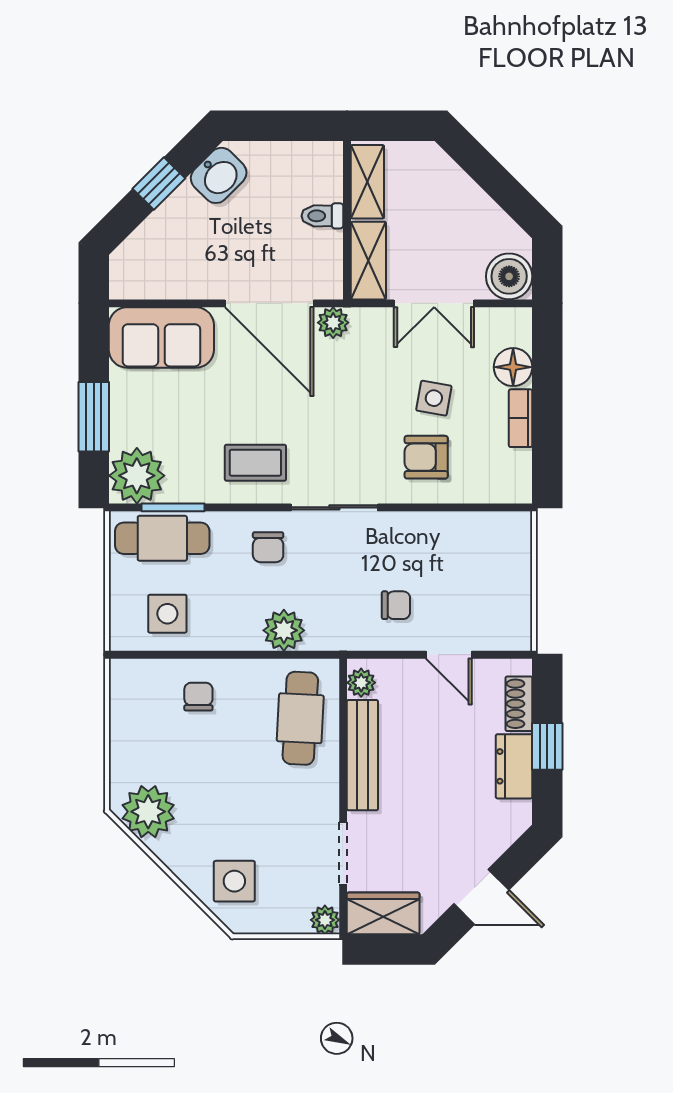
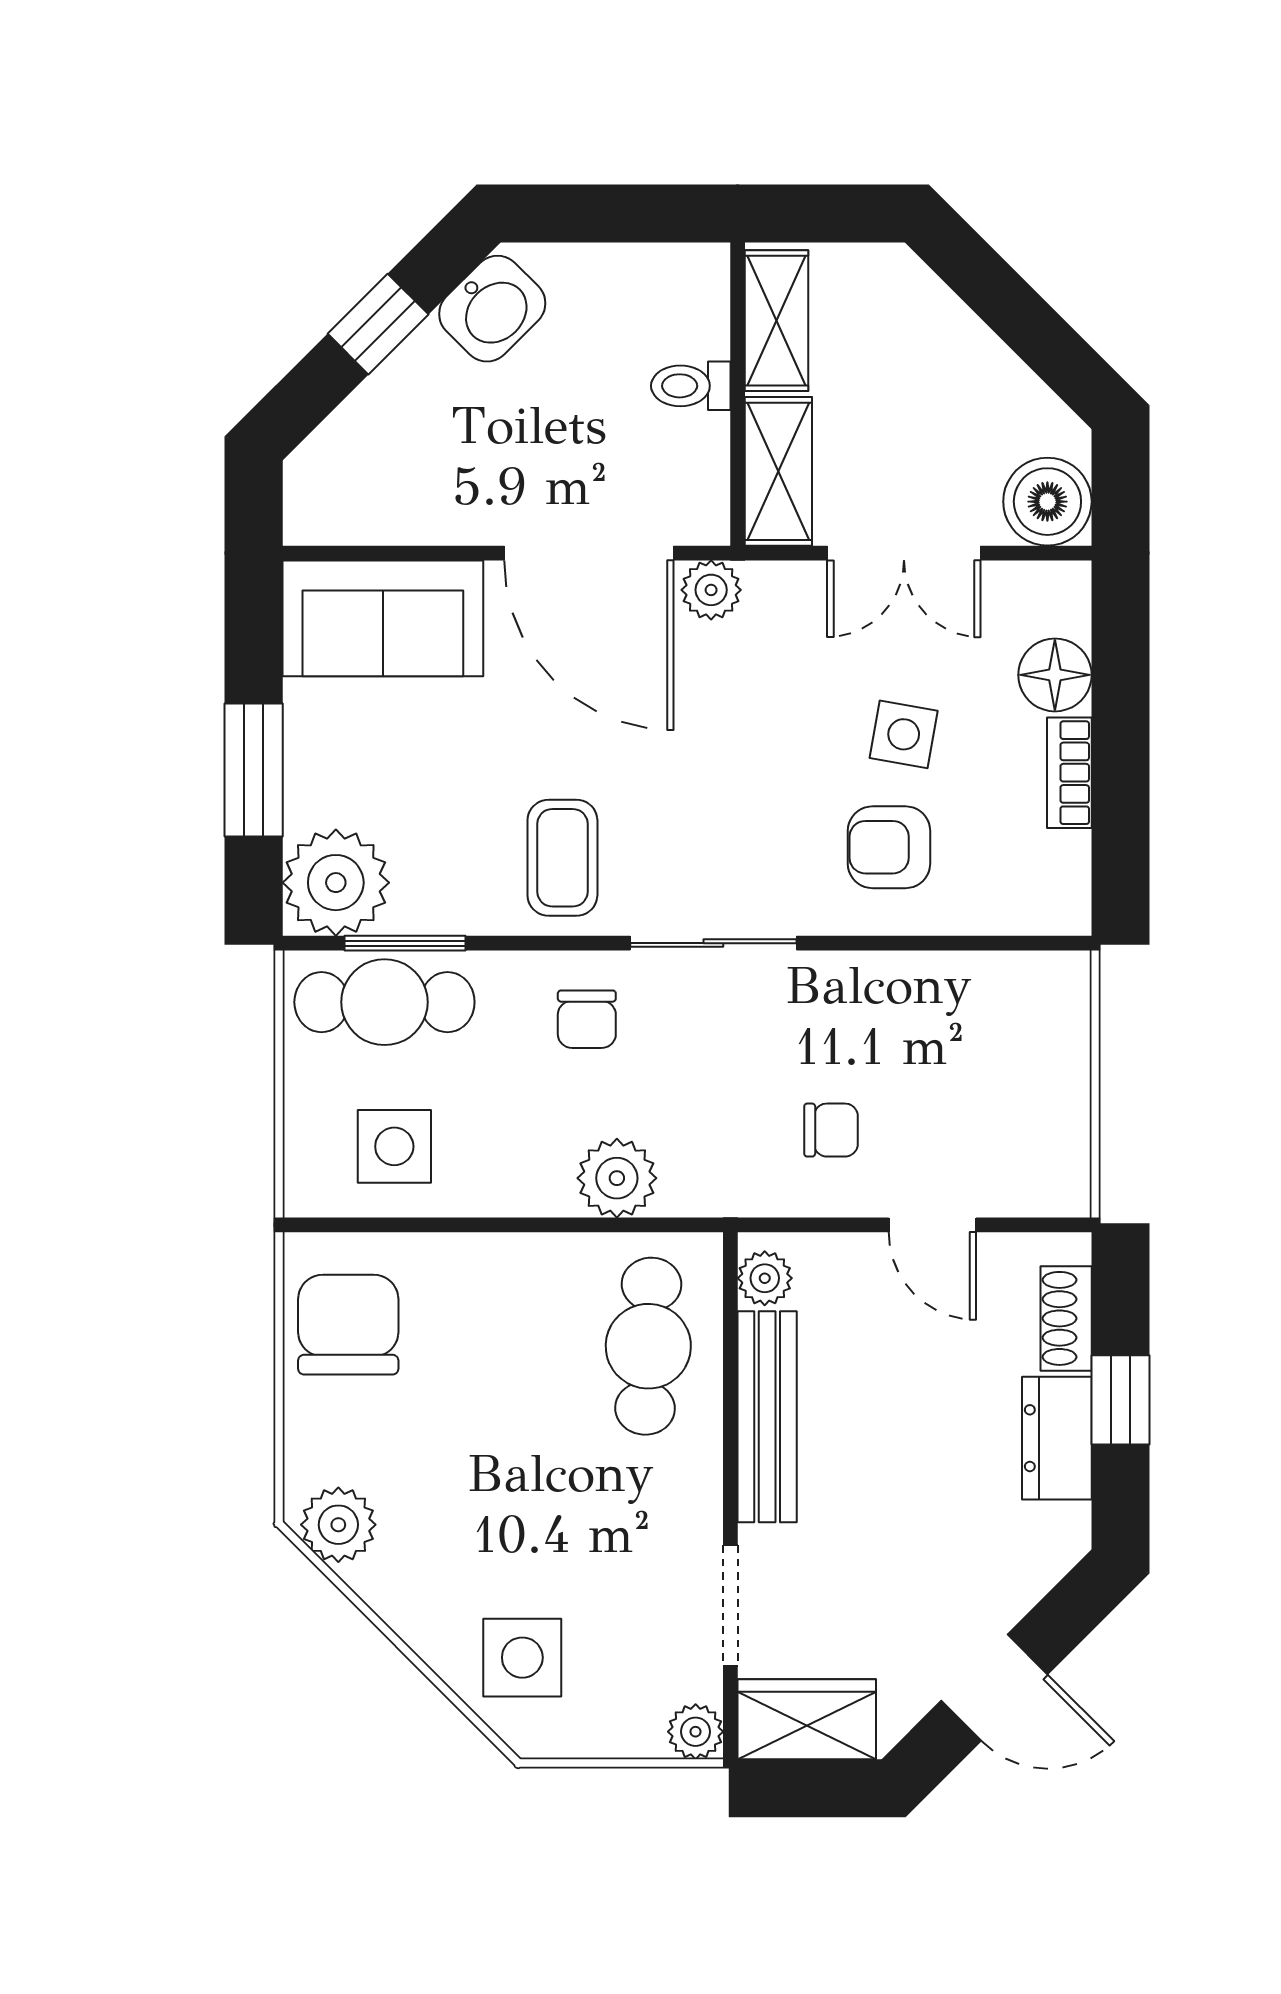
coffee table: (255, 463) -> (562, 858), turned 90
chair: (198, 697) -> (348, 1325), moved, width x1.87, depth x1.87
plant: (148, 812) -> (338, 1525), width x0.73, depth x0.73

